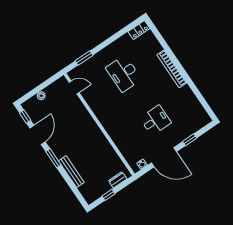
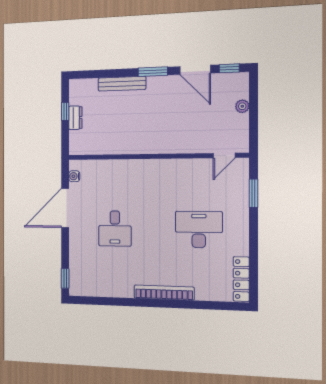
locker: (139, 30) -> (241, 279), width x1.53
window: (190, 140) -> (65, 278), moved
dresser: (118, 180) -> (75, 118), moved

